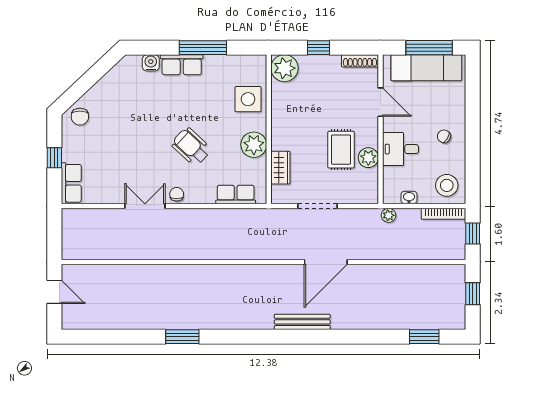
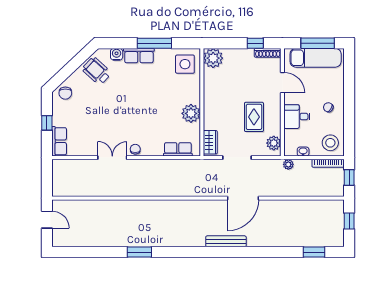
window: (319, 48) -> (255, 43), moved
side table: (248, 99) -> (185, 64), moved
wheelchair: (191, 147) -> (97, 71), moved
plant: (368, 158) -> (274, 143), moved
wardrobe: (280, 168) -> (210, 142), moved

